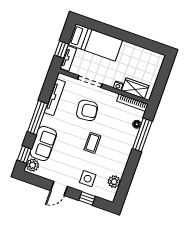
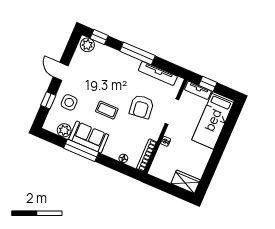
wardrobe: (135, 88) -> (186, 182), moved, turned -90
window: (142, 135) -> (81, 150), moved
sofa: (43, 144) -> (89, 137), moved, turned 180

